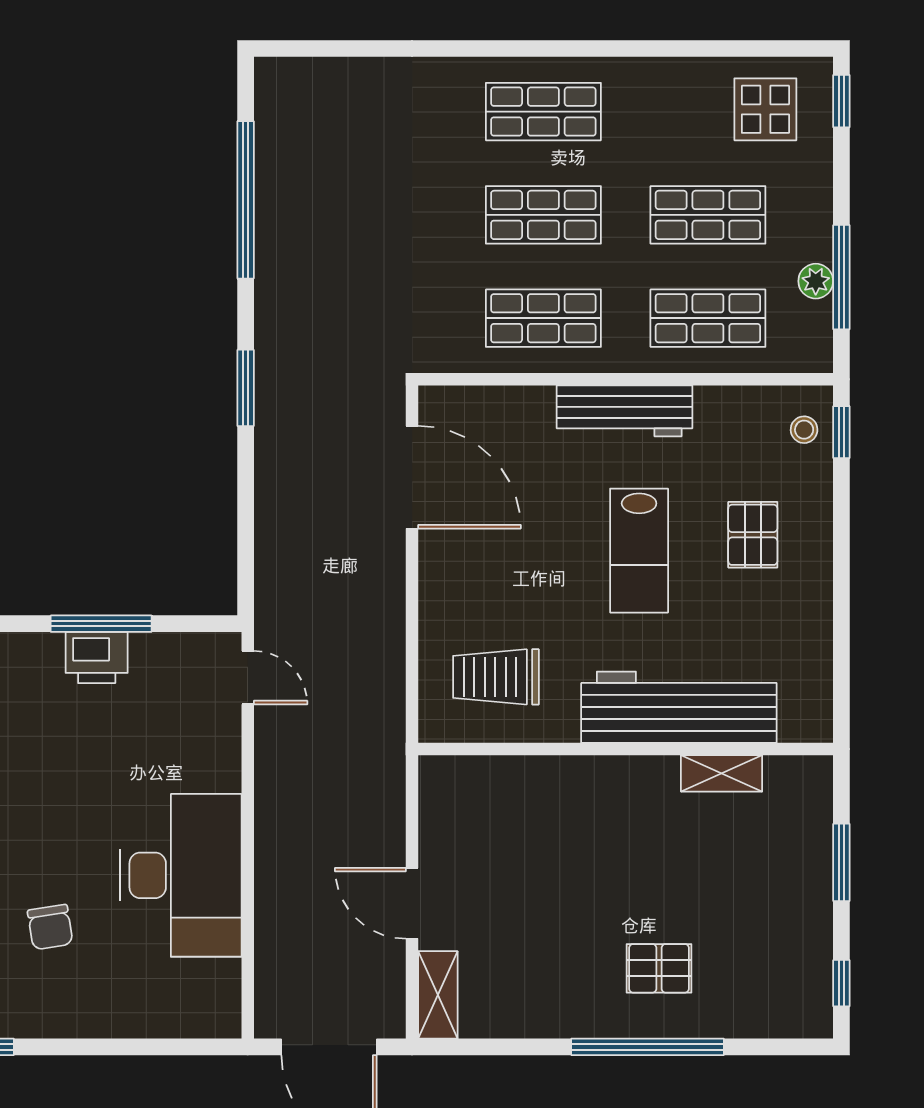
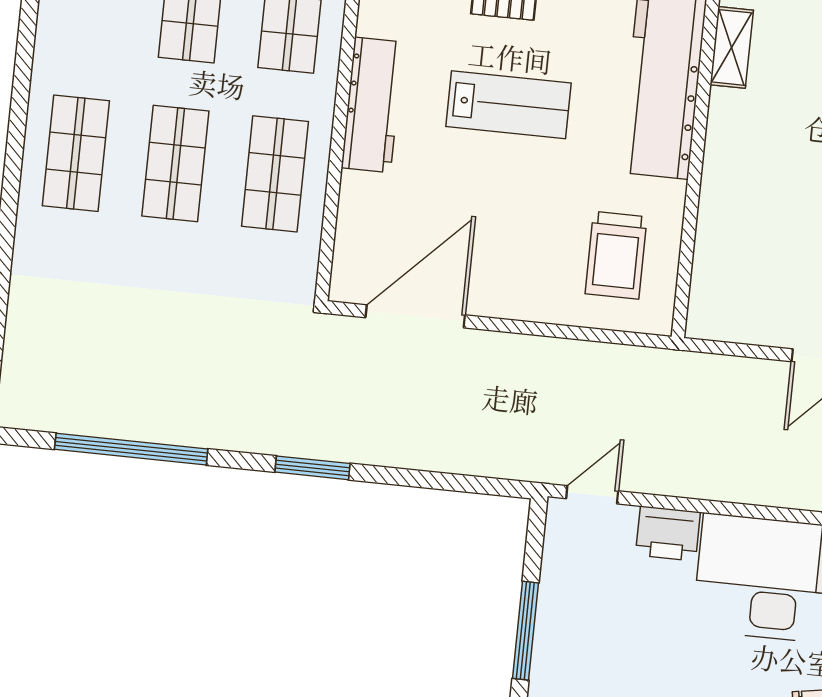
printer: (97, 658) -> (668, 534), moved, turned 90

